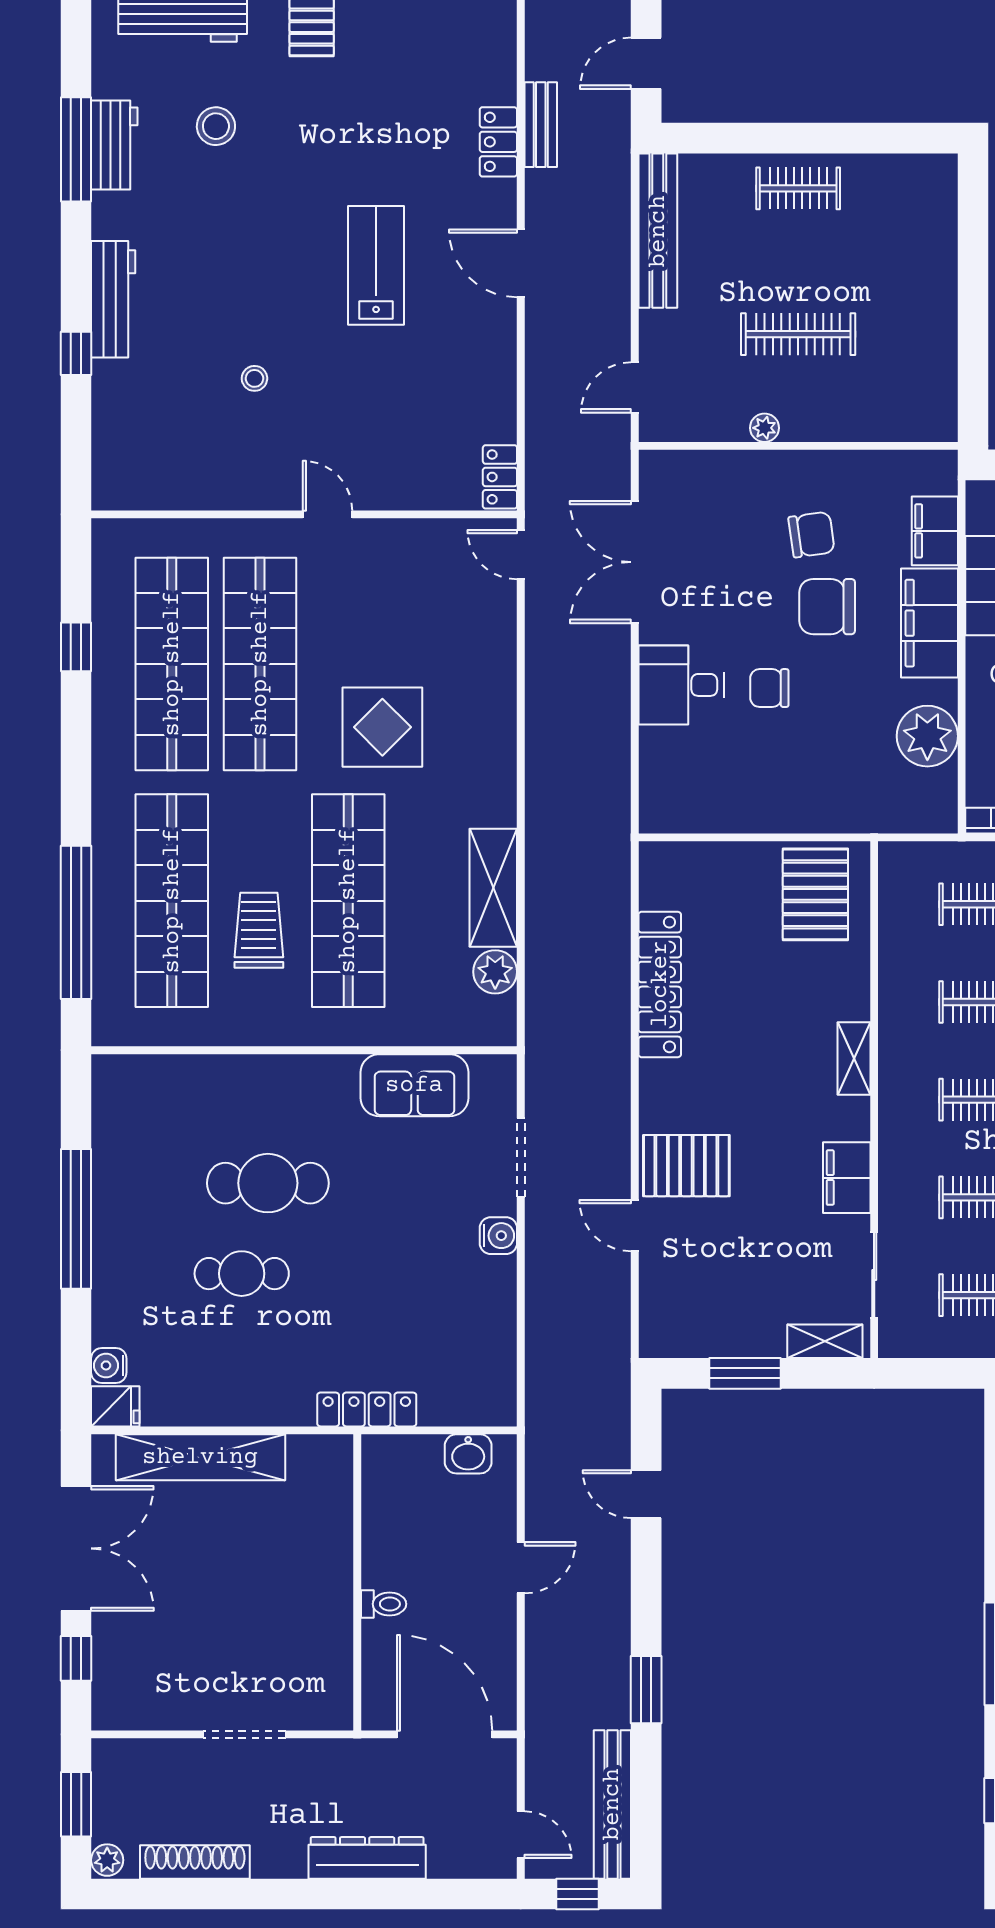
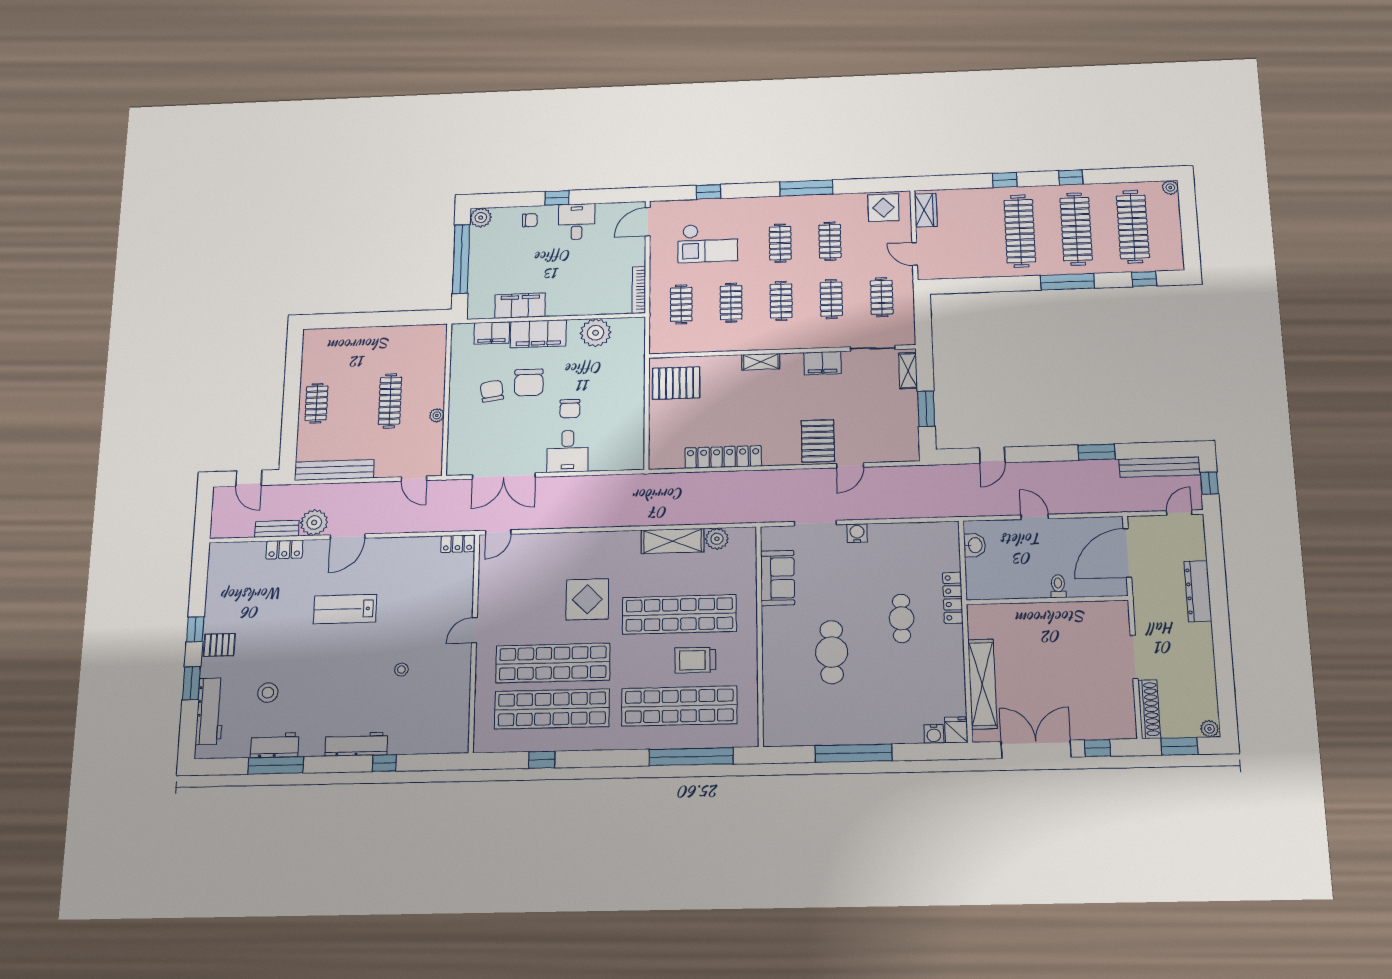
plant: (551, 197) -> (314, 523), added
cafe table: (242, 1274) -> (902, 618), moved
shoe rack: (195, 1862) -> (1149, 709), moved, turned 180

